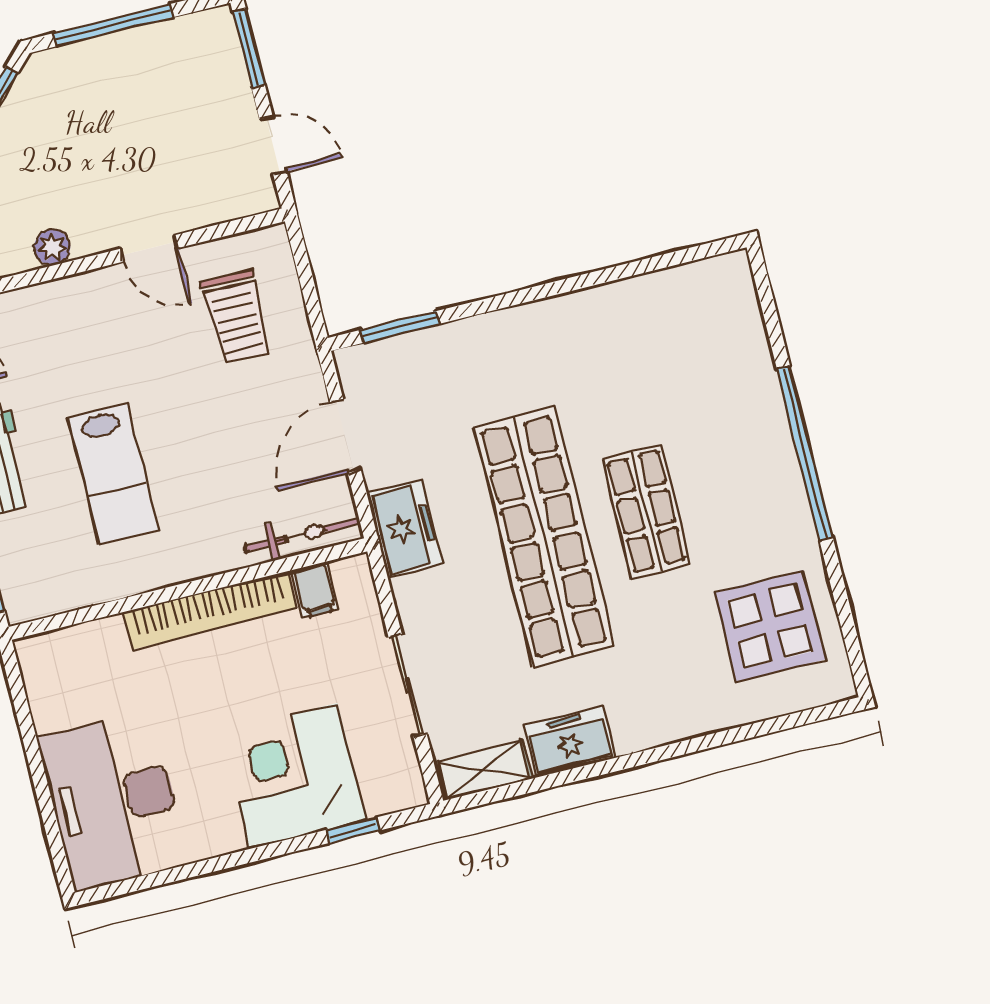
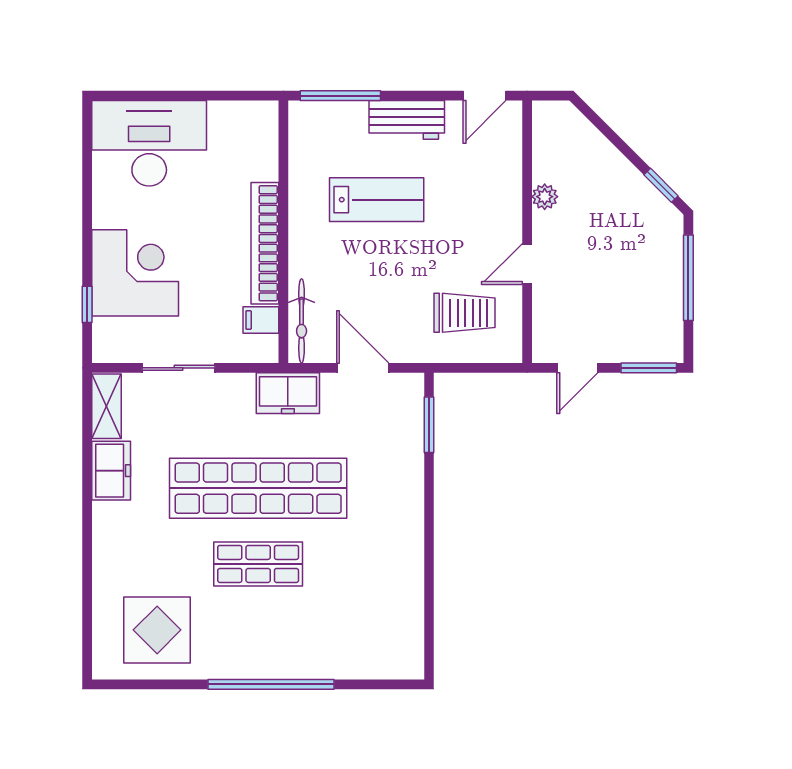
trolley: (236, 317) -> (465, 313), turned 180
lab bench: (113, 474) -> (377, 200), turned 180

